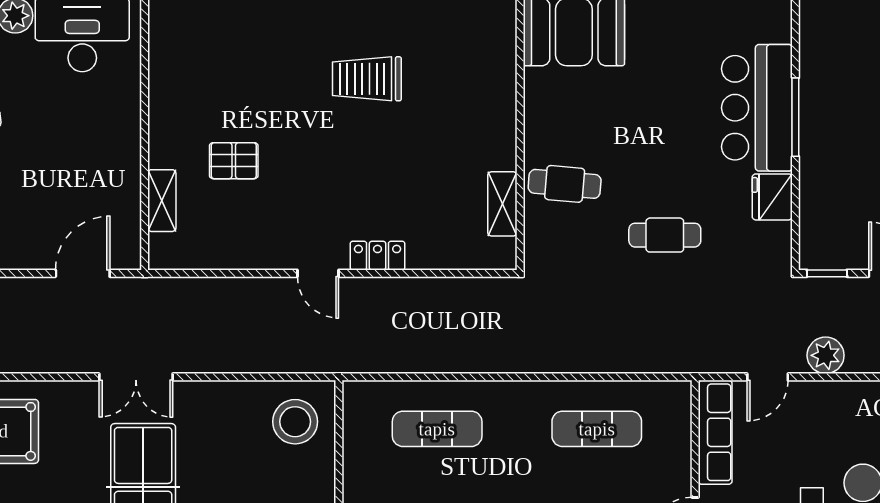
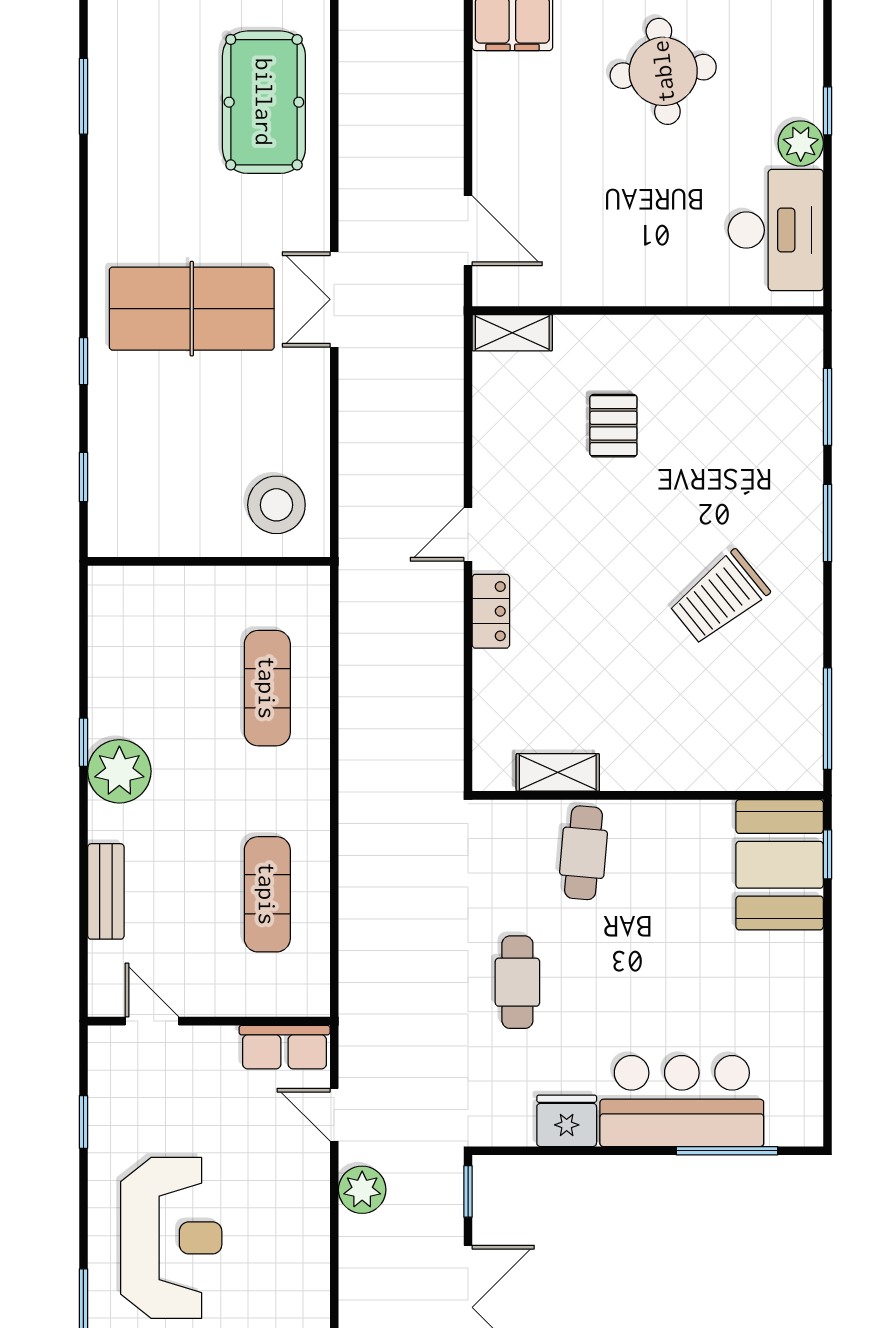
trolley: (367, 79) -> (719, 598), turned -129
window: (795, 117) -> (727, 1151), moved
shelving: (162, 201) -> (512, 333), moved
row of seats: (715, 432) -> (285, 1047), width x0.68

